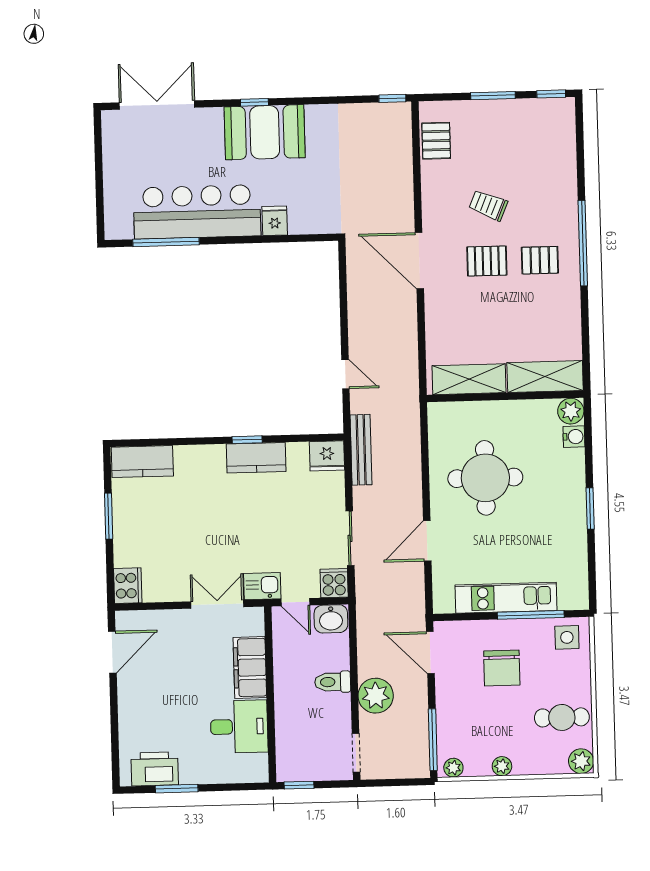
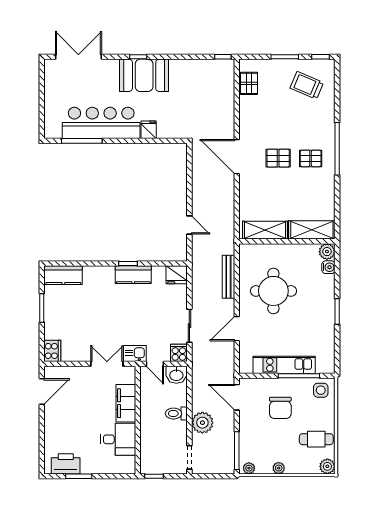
trolley: (488, 205) -> (307, 85), moved, width x1.36, depth x1.39
bench: (361, 450) -> (228, 277), moved

